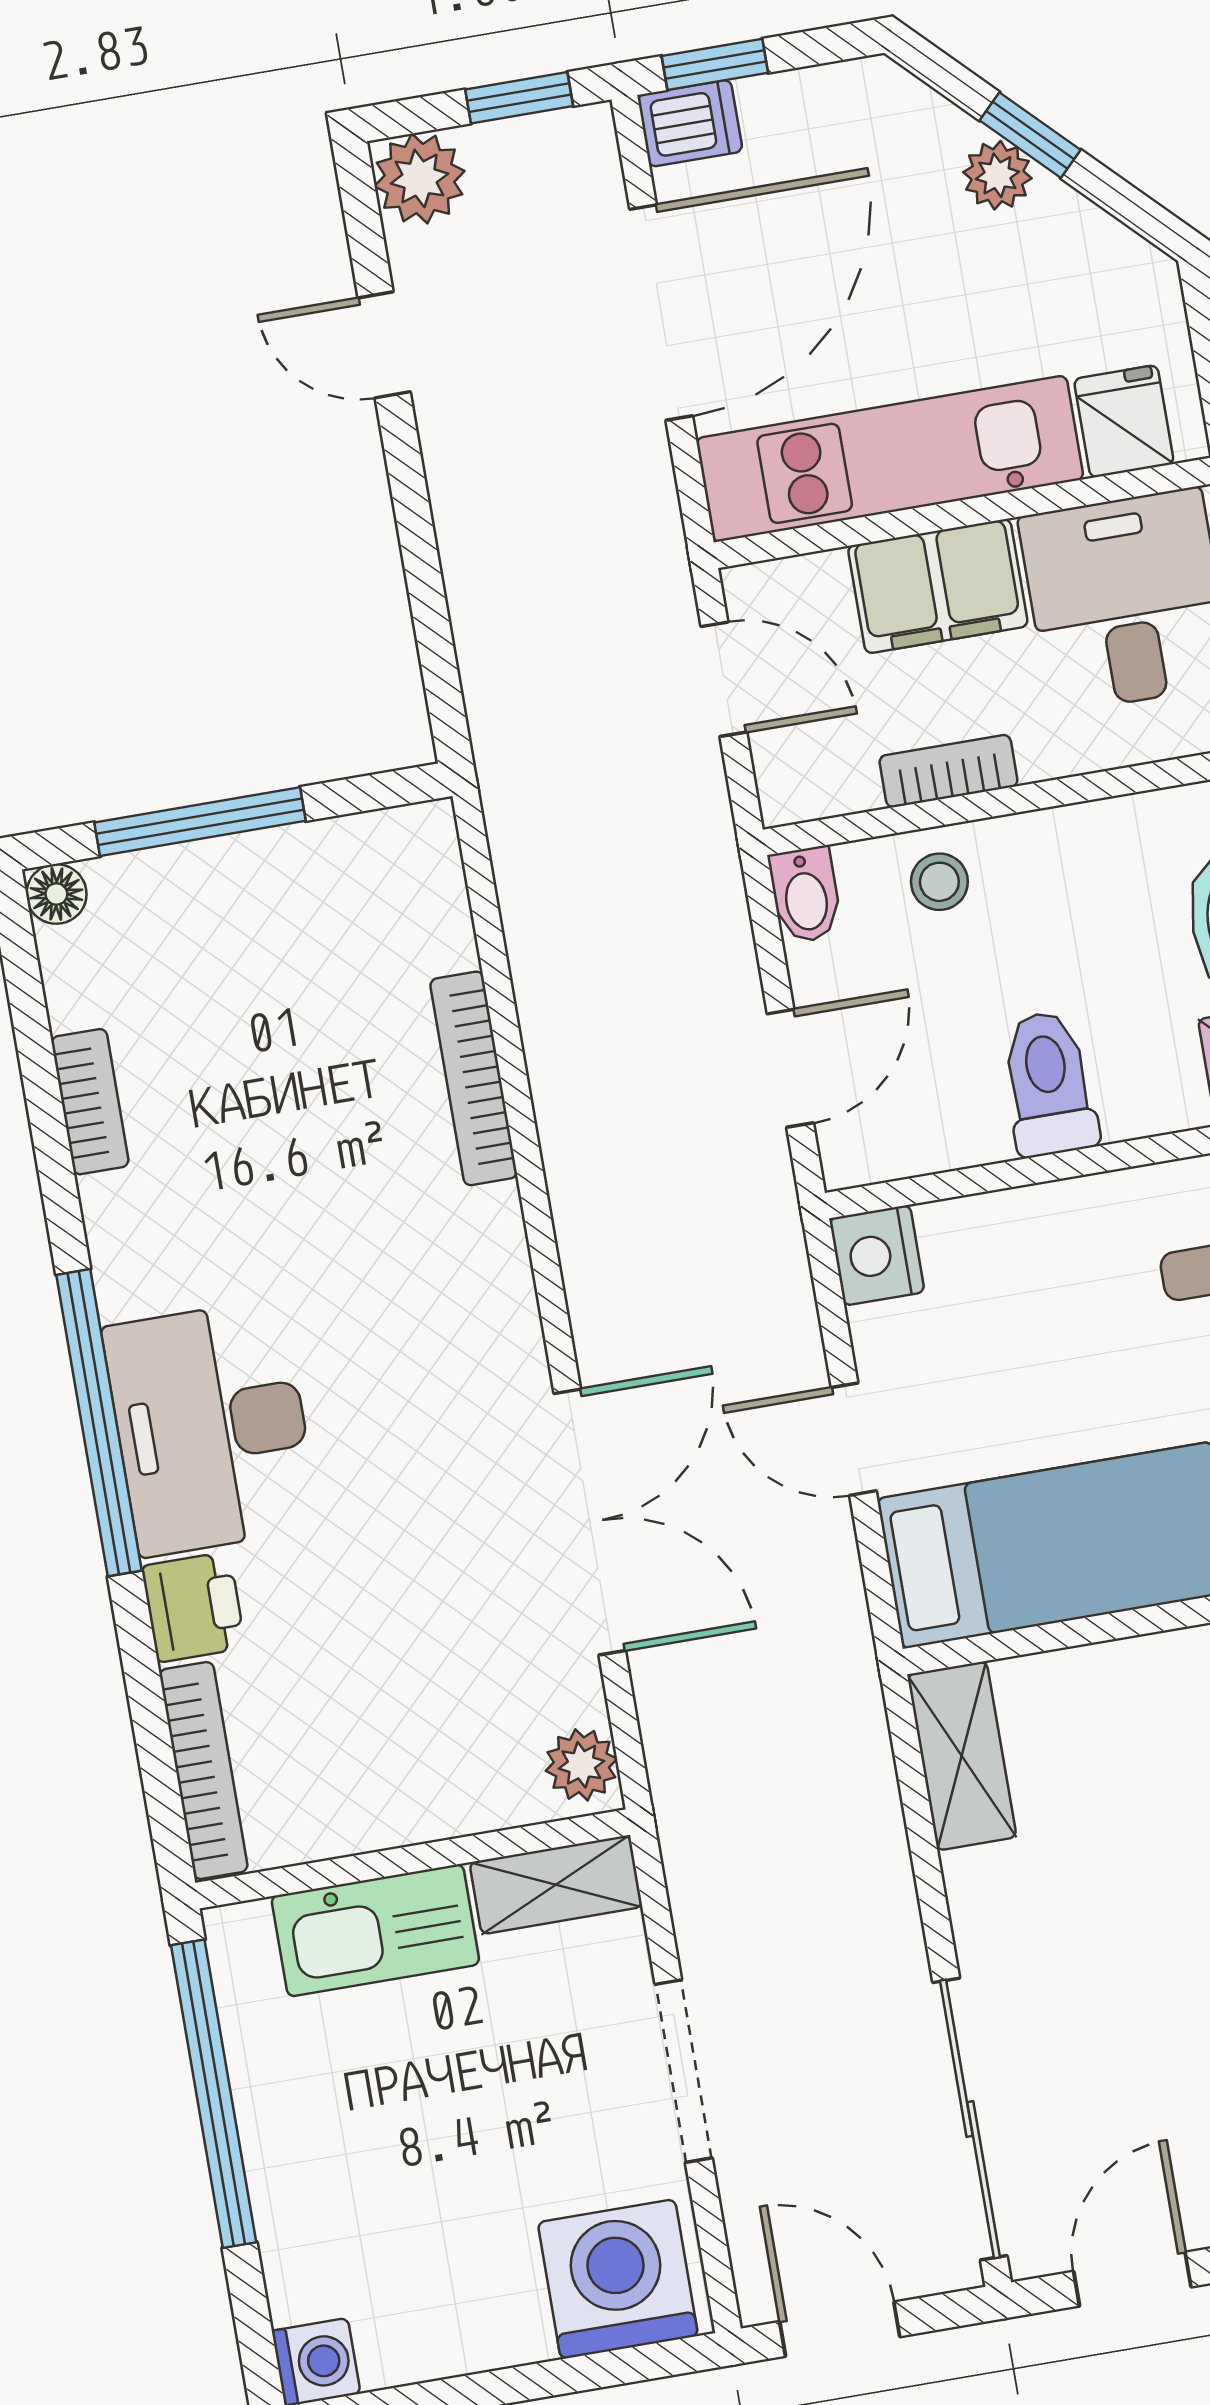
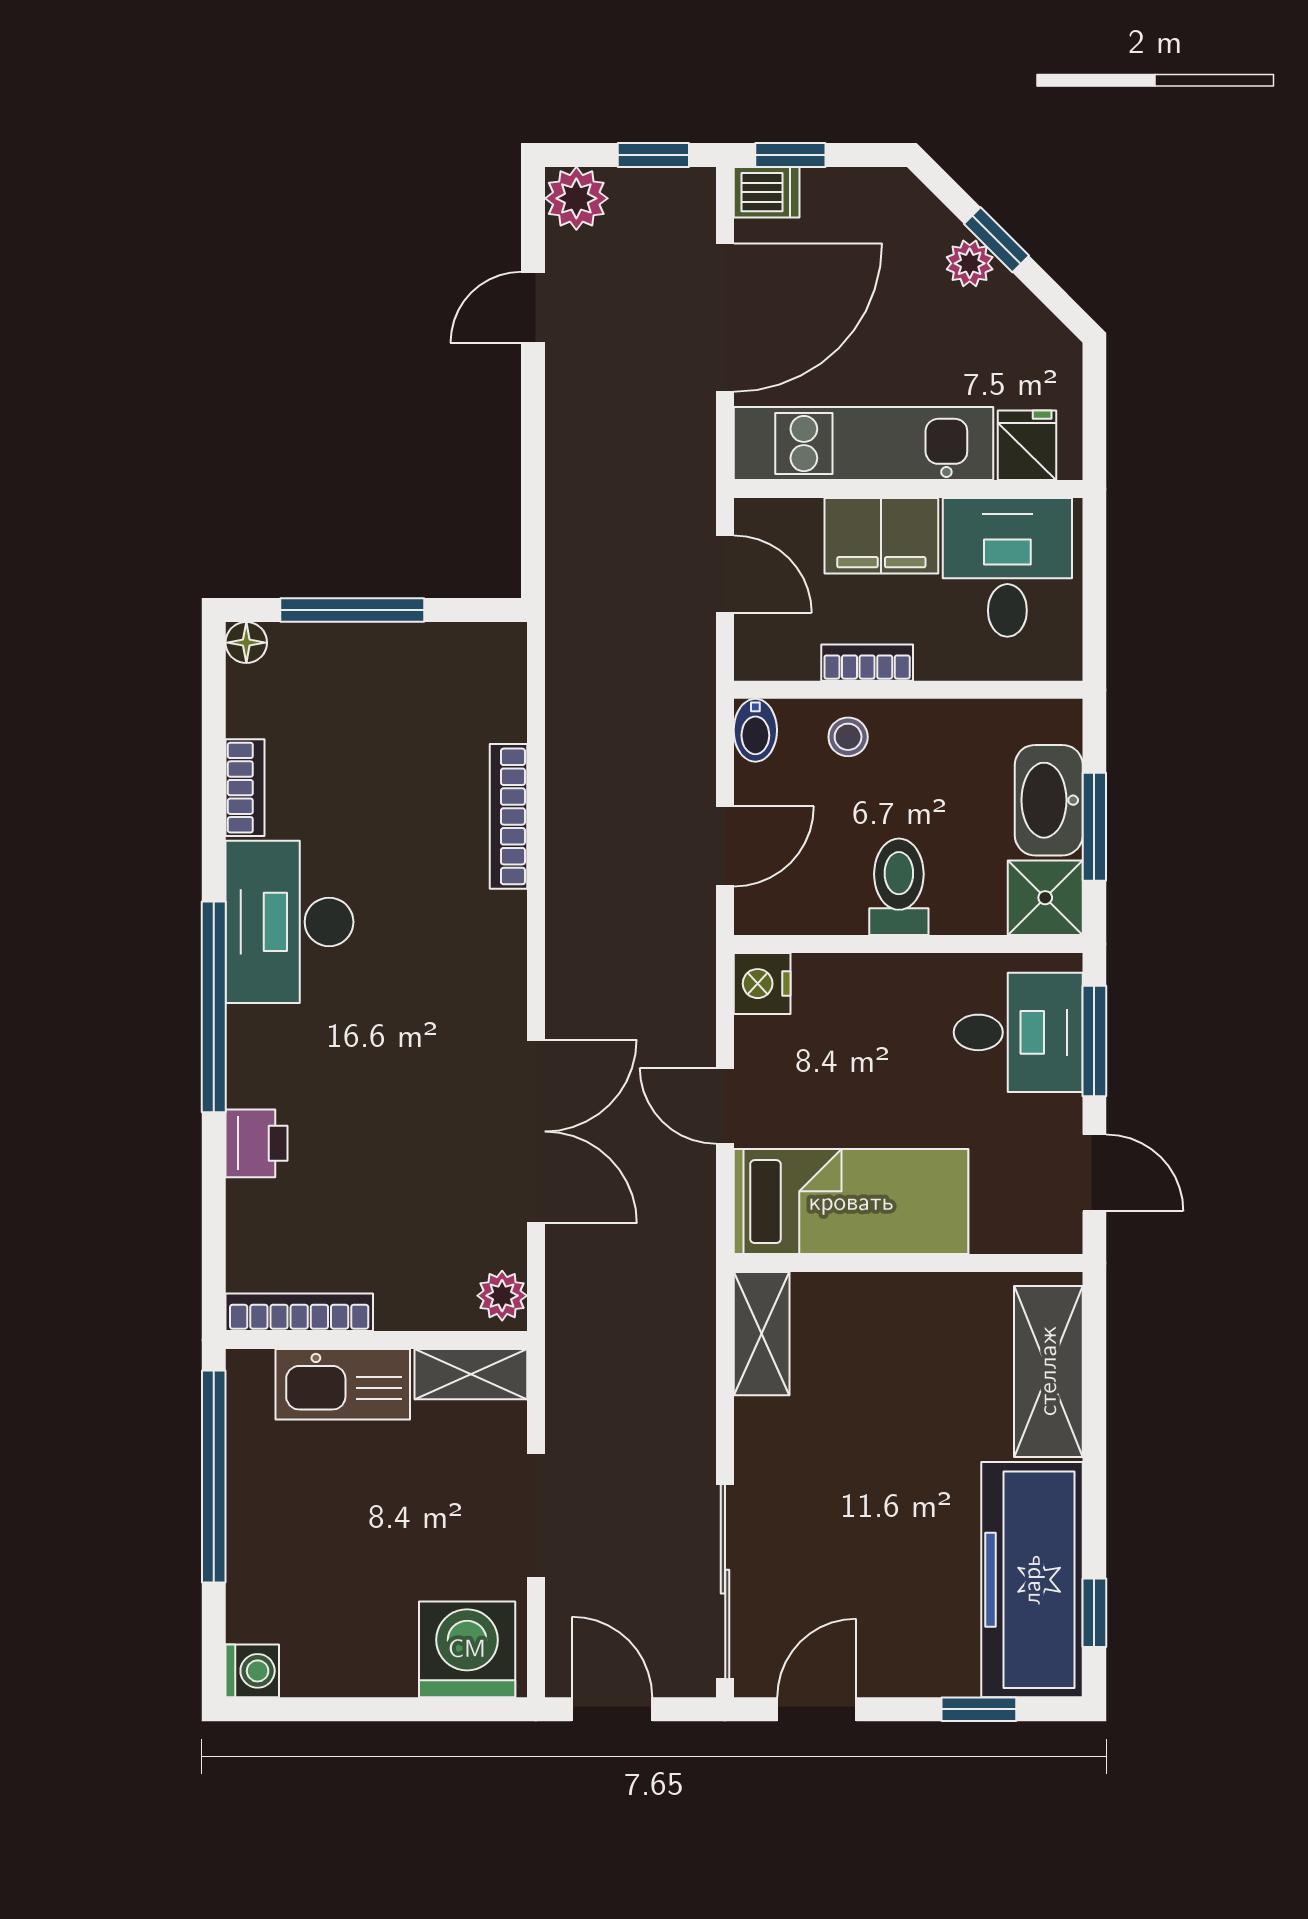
door: (384, 345) -> (533, 307), hinge flipped
desk: (211, 1428) -> (289, 922), moved
bookcase: (204, 1771) -> (299, 1312), moved, turned -90

